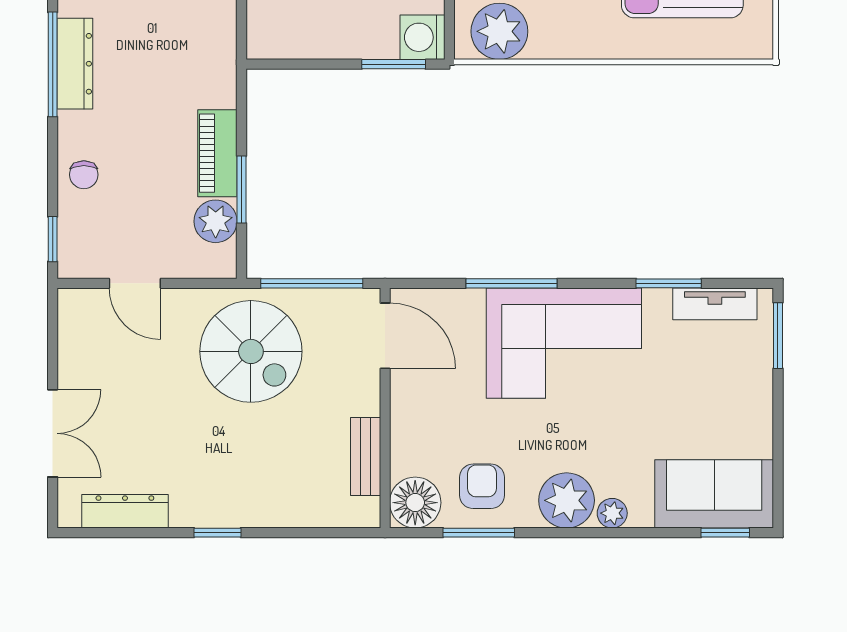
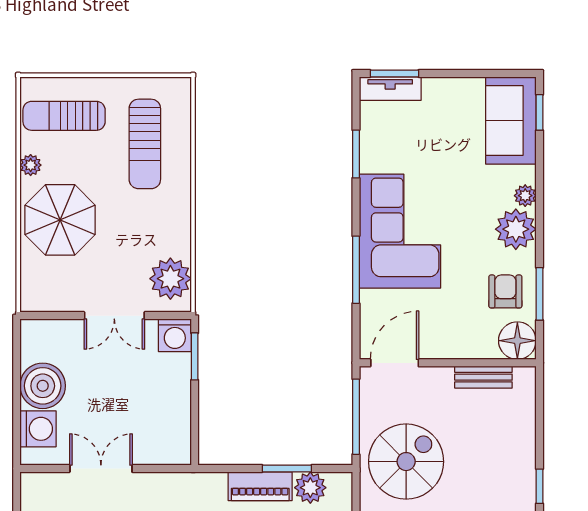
tv unit: (715, 304) -> (390, 89), moved, turned 90
armchair: (482, 486) -> (505, 291), turned 90

